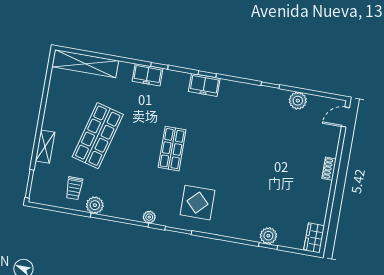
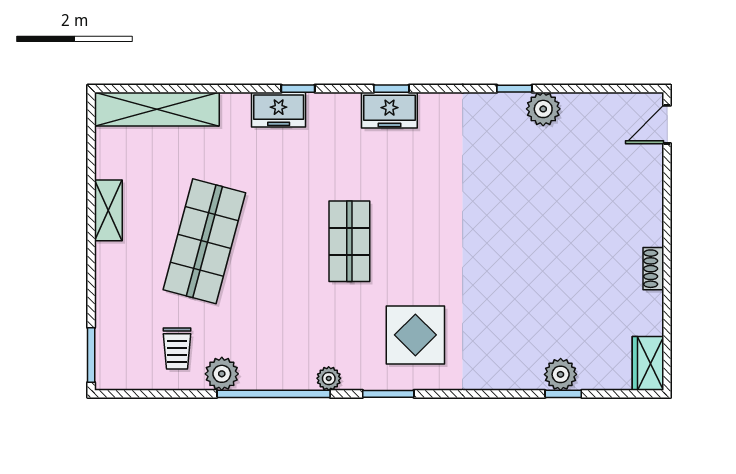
plant: (298, 101) -> (543, 109), moved
shelving: (45, 147) -> (108, 210), moved
shoe rack: (329, 169) -> (653, 269), moved

